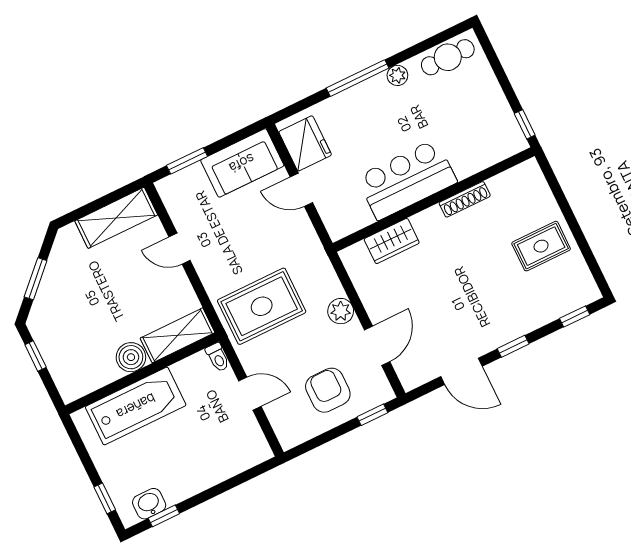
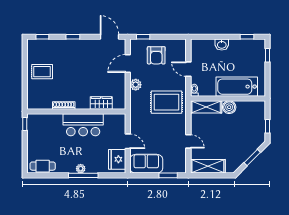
plant: (397, 75) -> (81, 169), moved
door: (461, 371) -> (110, 37), moved
washbasin: (149, 504) -> (222, 45), moved

